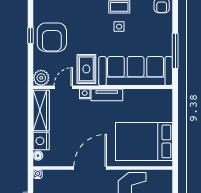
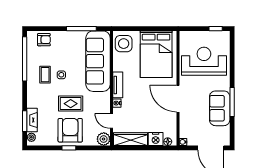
armchair: (52, 37) -> (70, 130), turned -90
rug: (86, 69) -> (71, 104), moved
side table: (157, 102) -> (124, 44), added

